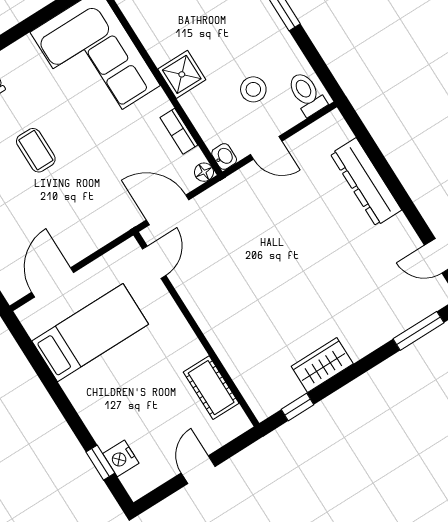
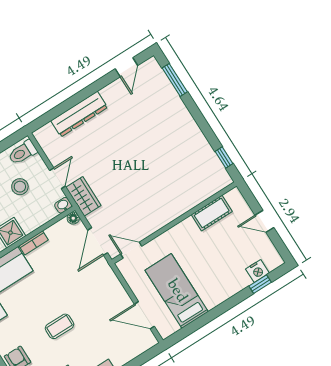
bookcase: (179, 131) -> (34, 243), moved
wardrobe: (322, 365) -> (83, 196), moved, turned 180

